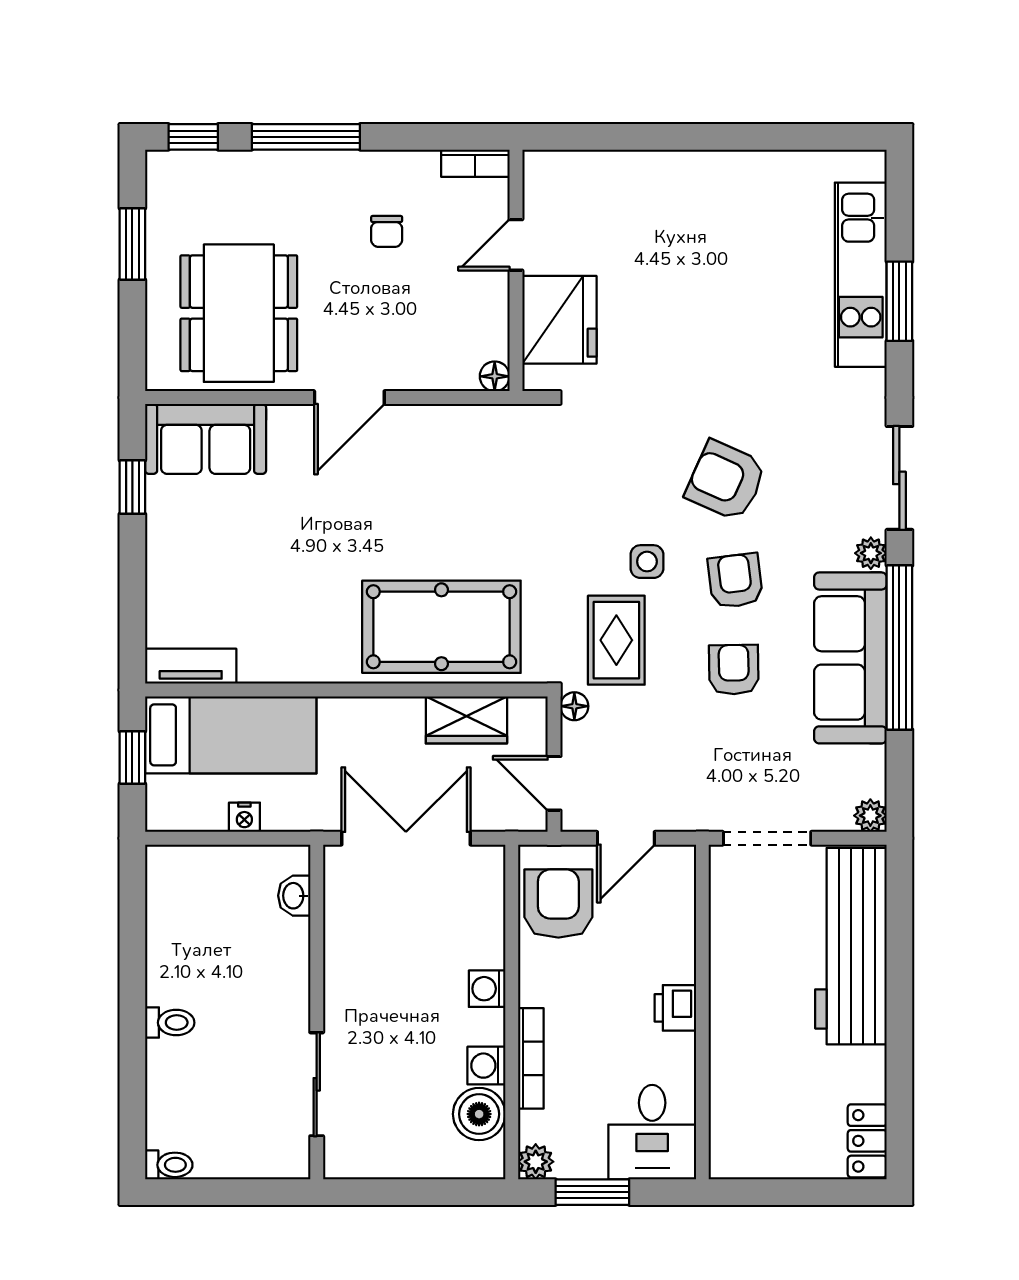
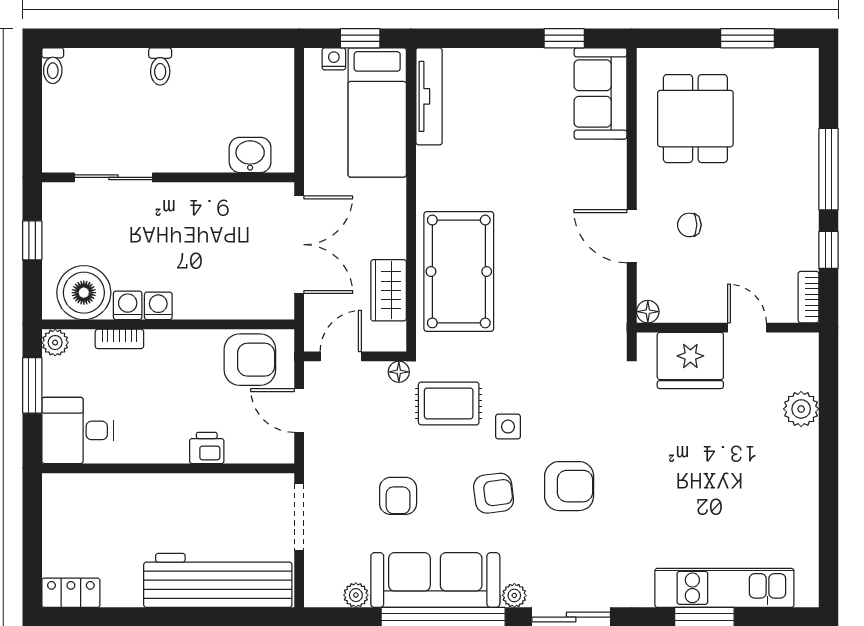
window: (193, 137) -> (828, 250), moved
plant: (624, 173) -> (801, 409), added
chair: (387, 231) -> (689, 225), moved
dining table: (239, 313) -> (695, 119), width x0.73
door: (349, 398) -> (632, 236), moved
armchair: (726, 481) -> (569, 486), turned 66
tv unit: (191, 666) -> (429, 96), width x1.41
armchair: (734, 670) -> (398, 496), moved, turned 91
plant: (870, 816) -> (356, 595), moved
nightstand: (244, 817) -> (334, 59), moved, turned 90
washbasin: (294, 896) -> (250, 155), width x1.38, depth x1.45
washing machine: (487, 989) -> (158, 306), moved
printer: (675, 1008) -> (207, 448), moved
bookcase: (531, 1058) -> (119, 339), width x0.64
boiler: (479, 1114) -> (84, 293), width x1.37, depth x1.37
window: (400, 1192) -> (32, 240), added

